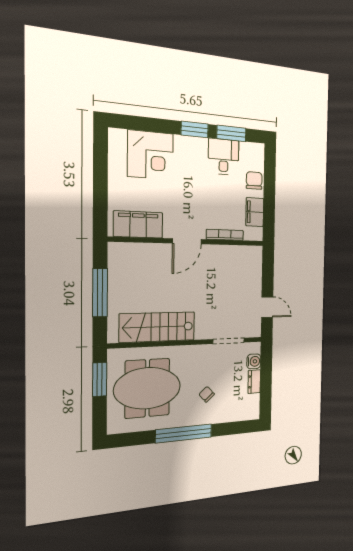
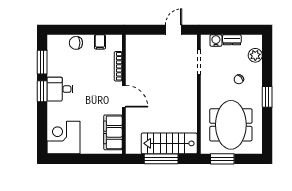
corner desk: (150, 155) -> (63, 138), moved, turned -90
desk: (224, 157) -> (60, 89), moved
filing cabinet: (255, 212) -> (100, 42), width x0.50
stairs: (157, 327) -> (169, 143), moved, turned 90
plant: (235, 413) -> (255, 55), added
window: (184, 433) -> (267, 97), width x0.47

